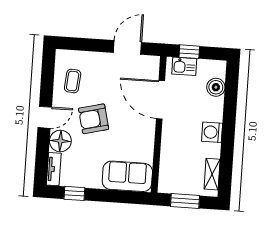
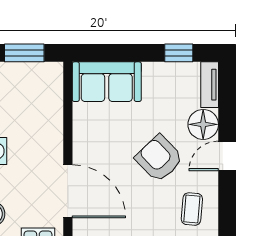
armchair: (94, 119) -> (159, 158), turned -120

